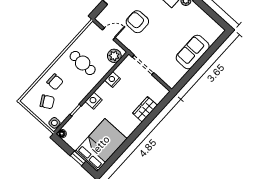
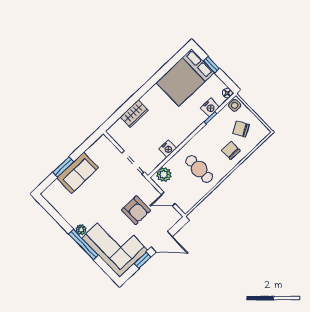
window: (206, 56) -> (63, 167), added
nightstand: (94, 101) -> (210, 107), moved

